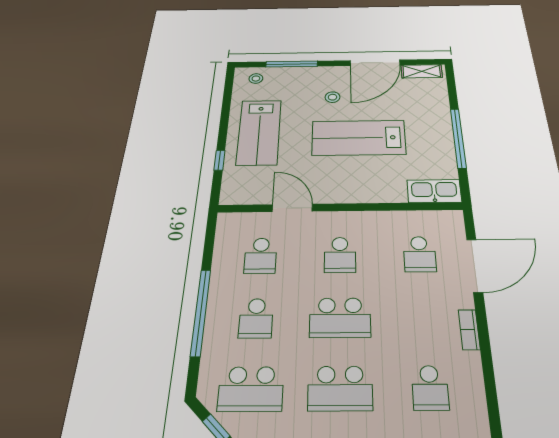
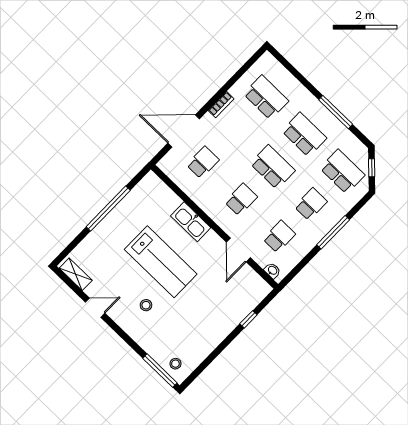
door: (375, 63) -> (95, 308), width x0.53
window: (292, 64) -> (160, 371), moved
lab bench: (259, 132) -> (210, 319), removed
kitchen sink: (434, 191) -> (191, 222), moved
washbasin: (236, 219) -> (272, 271), added
window: (201, 312) -> (333, 232), width x0.68
school desk: (430, 388) -> (266, 97), width x1.85

